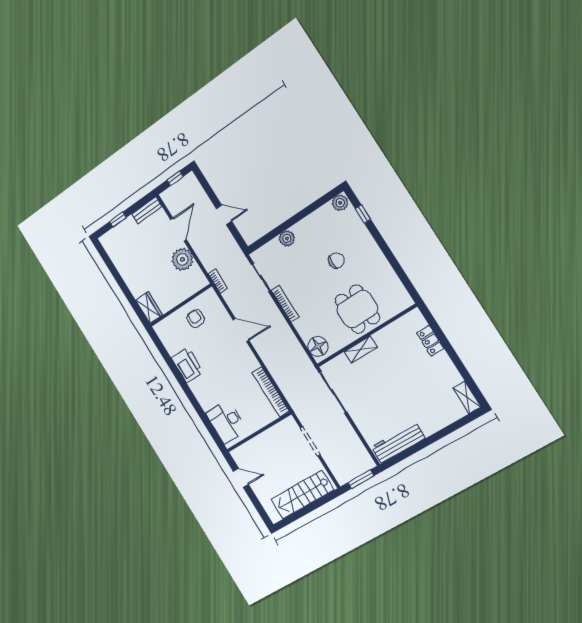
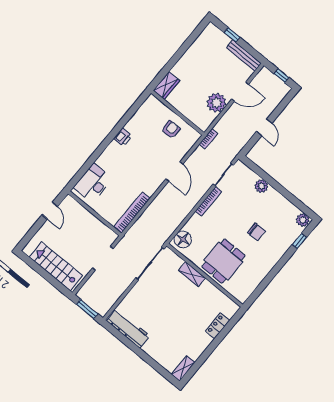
bench: (147, 210) -> (244, 55), width x1.36
printer: (187, 365) -> (123, 137), width x0.53, depth x0.68

